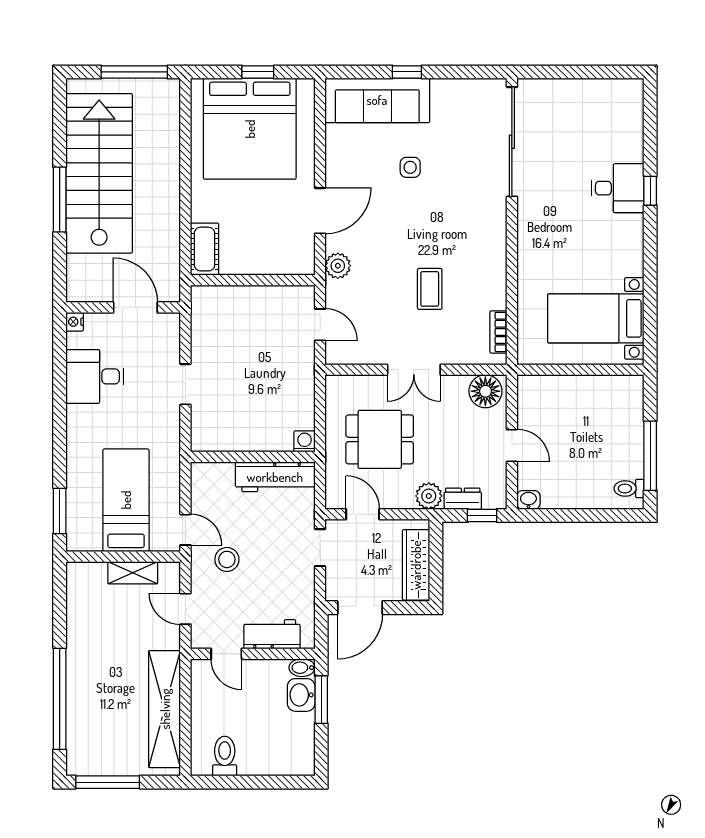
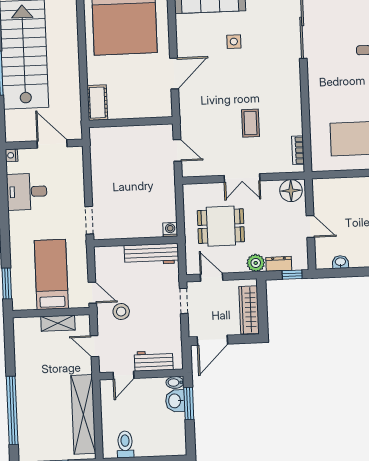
plant: (338, 266) -> (188, 110), removed
doorway: (185, 384) -> (89, 220), moved
washbasin: (528, 500) -> (340, 262), moved
door: (226, 654) -> (123, 375), hinge flipped

